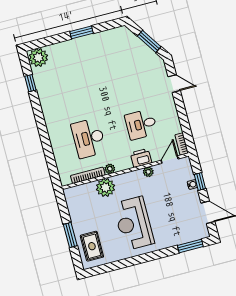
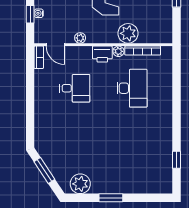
plant: (38, 57) -> (80, 184), moved
door: (174, 84) -> (30, 121), removed
printer: (141, 158) -> (102, 54), moved
door: (170, 160) -> (55, 45), hinge flipped

